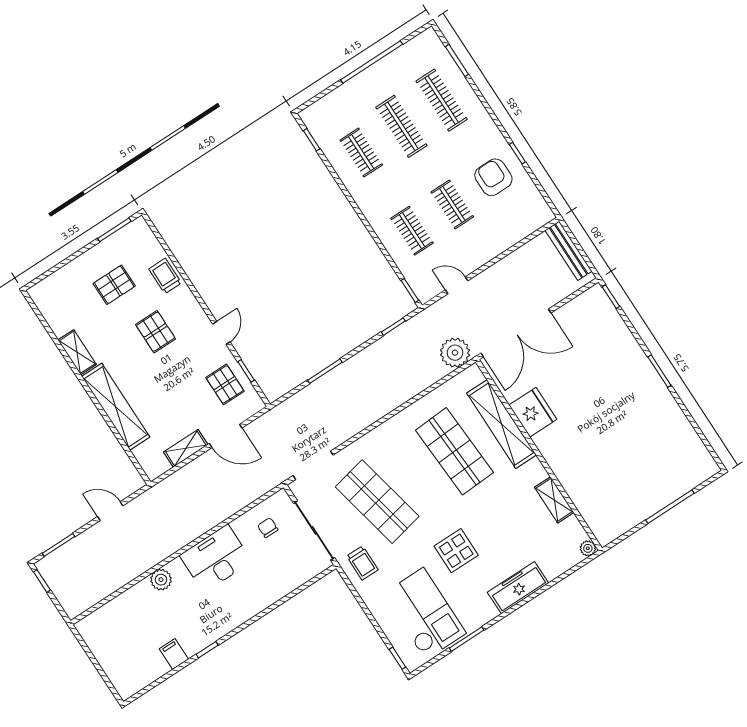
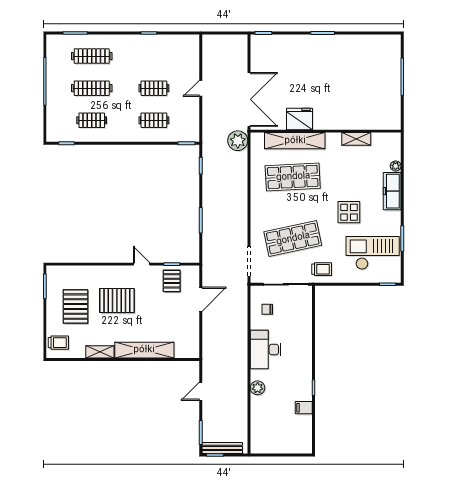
armchair: (493, 177) -> (154, 55), removed
bench: (568, 251) -> (222, 448), moved
trolley: (165, 276) -> (58, 343), moved, turned 180
pallet: (114, 285) -> (76, 307), width x1.50, depth x1.42
door: (457, 285) -> (201, 88), moved
pallet: (156, 332) -> (117, 301), width x1.50, depth x1.42
pallet: (225, 384) -> (172, 281), turned 90
shelving: (186, 448) -> (193, 326), removed
plant: (588, 548) -> (396, 166), moved

